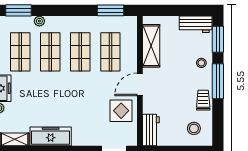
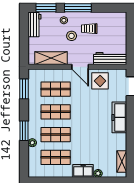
window: (19, 10) -> (24, 131), moved
trolley: (203, 100) -> (89, 29), moved
stool: (194, 128) -> (72, 36), moved
workbench: (151, 130) -> (110, 58), width x1.38
freezer: (51, 136) -> (119, 117), moved

